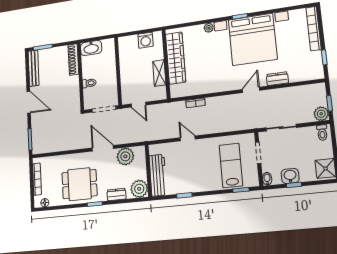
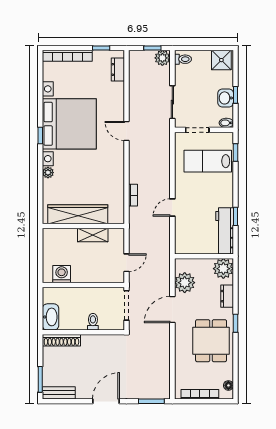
washing machine: (146, 40) -> (62, 274), moved, turned -90
bench: (34, 68) -> (59, 393), width x0.73
dresser: (277, 79) -> (118, 69), moved
workbench: (158, 175) -> (225, 231), moved, turned -90

